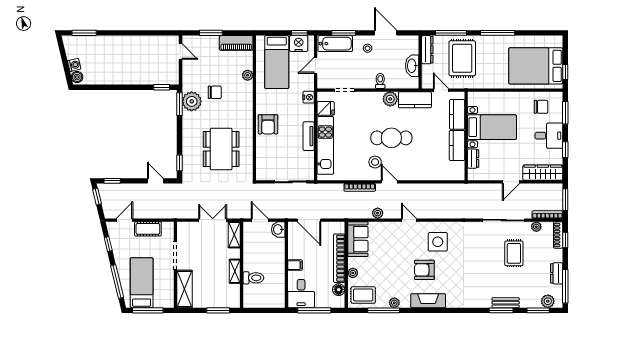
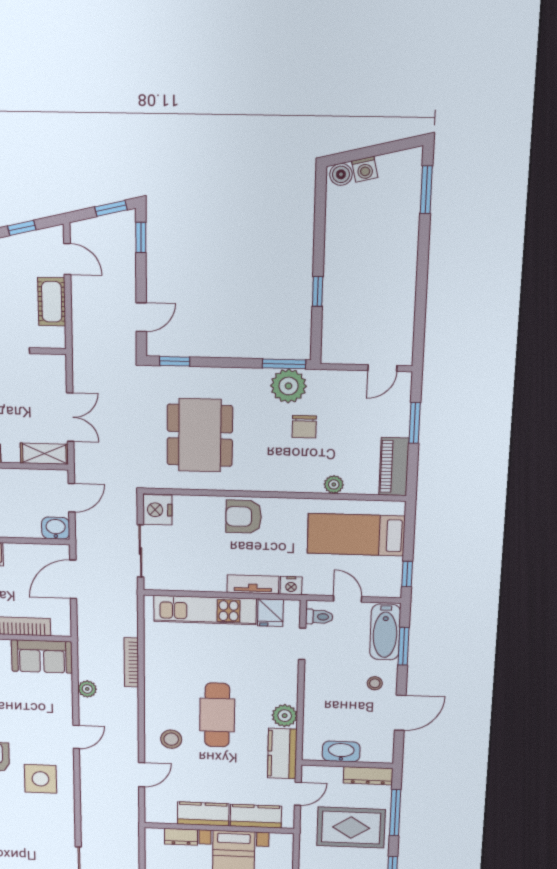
nightstand: (299, 44) -> (157, 510), moved, turned 180
toilet: (380, 81) -> (319, 617), moved
window: (162, 87) -> (318, 291), moved
tv unit: (309, 136) -> (253, 584), moved
dining table: (221, 149) -> (200, 435), turned 90
stool: (375, 162) -> (171, 739), moved
door: (389, 182) -> (142, 775), moved

